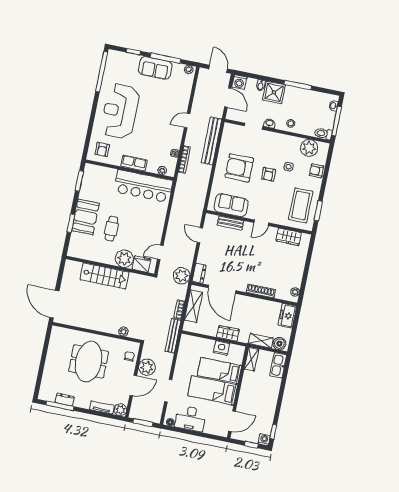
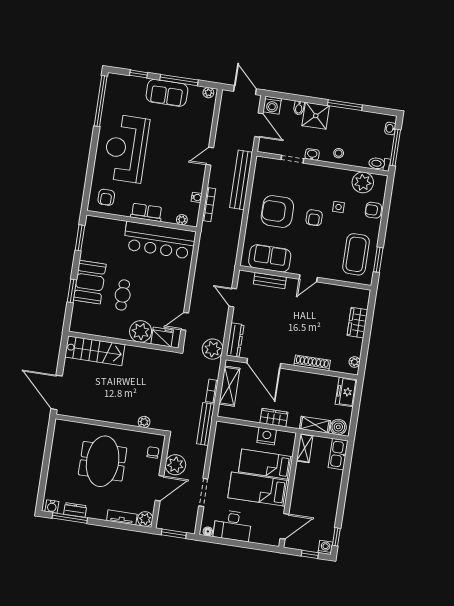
wardrobe: (289, 237) -> (357, 323), moved, turned 90
dresser: (199, 273) -> (235, 340), width x1.44
stairs: (105, 276) -> (95, 351), moved
water cooler: (46, 396) -> (52, 506), added

